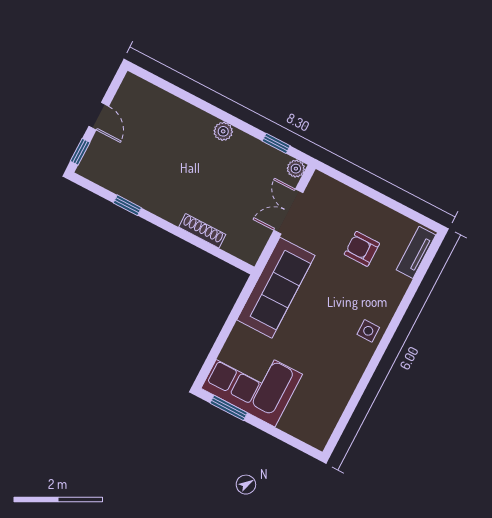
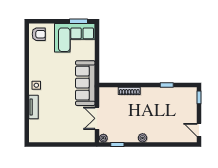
door: (99, 116) -> (199, 130), moved
double door: (288, 212) -> (97, 118), swing flipped
armchair: (362, 249) -> (39, 34), moved
tv unit: (416, 252) -> (33, 107), moved

